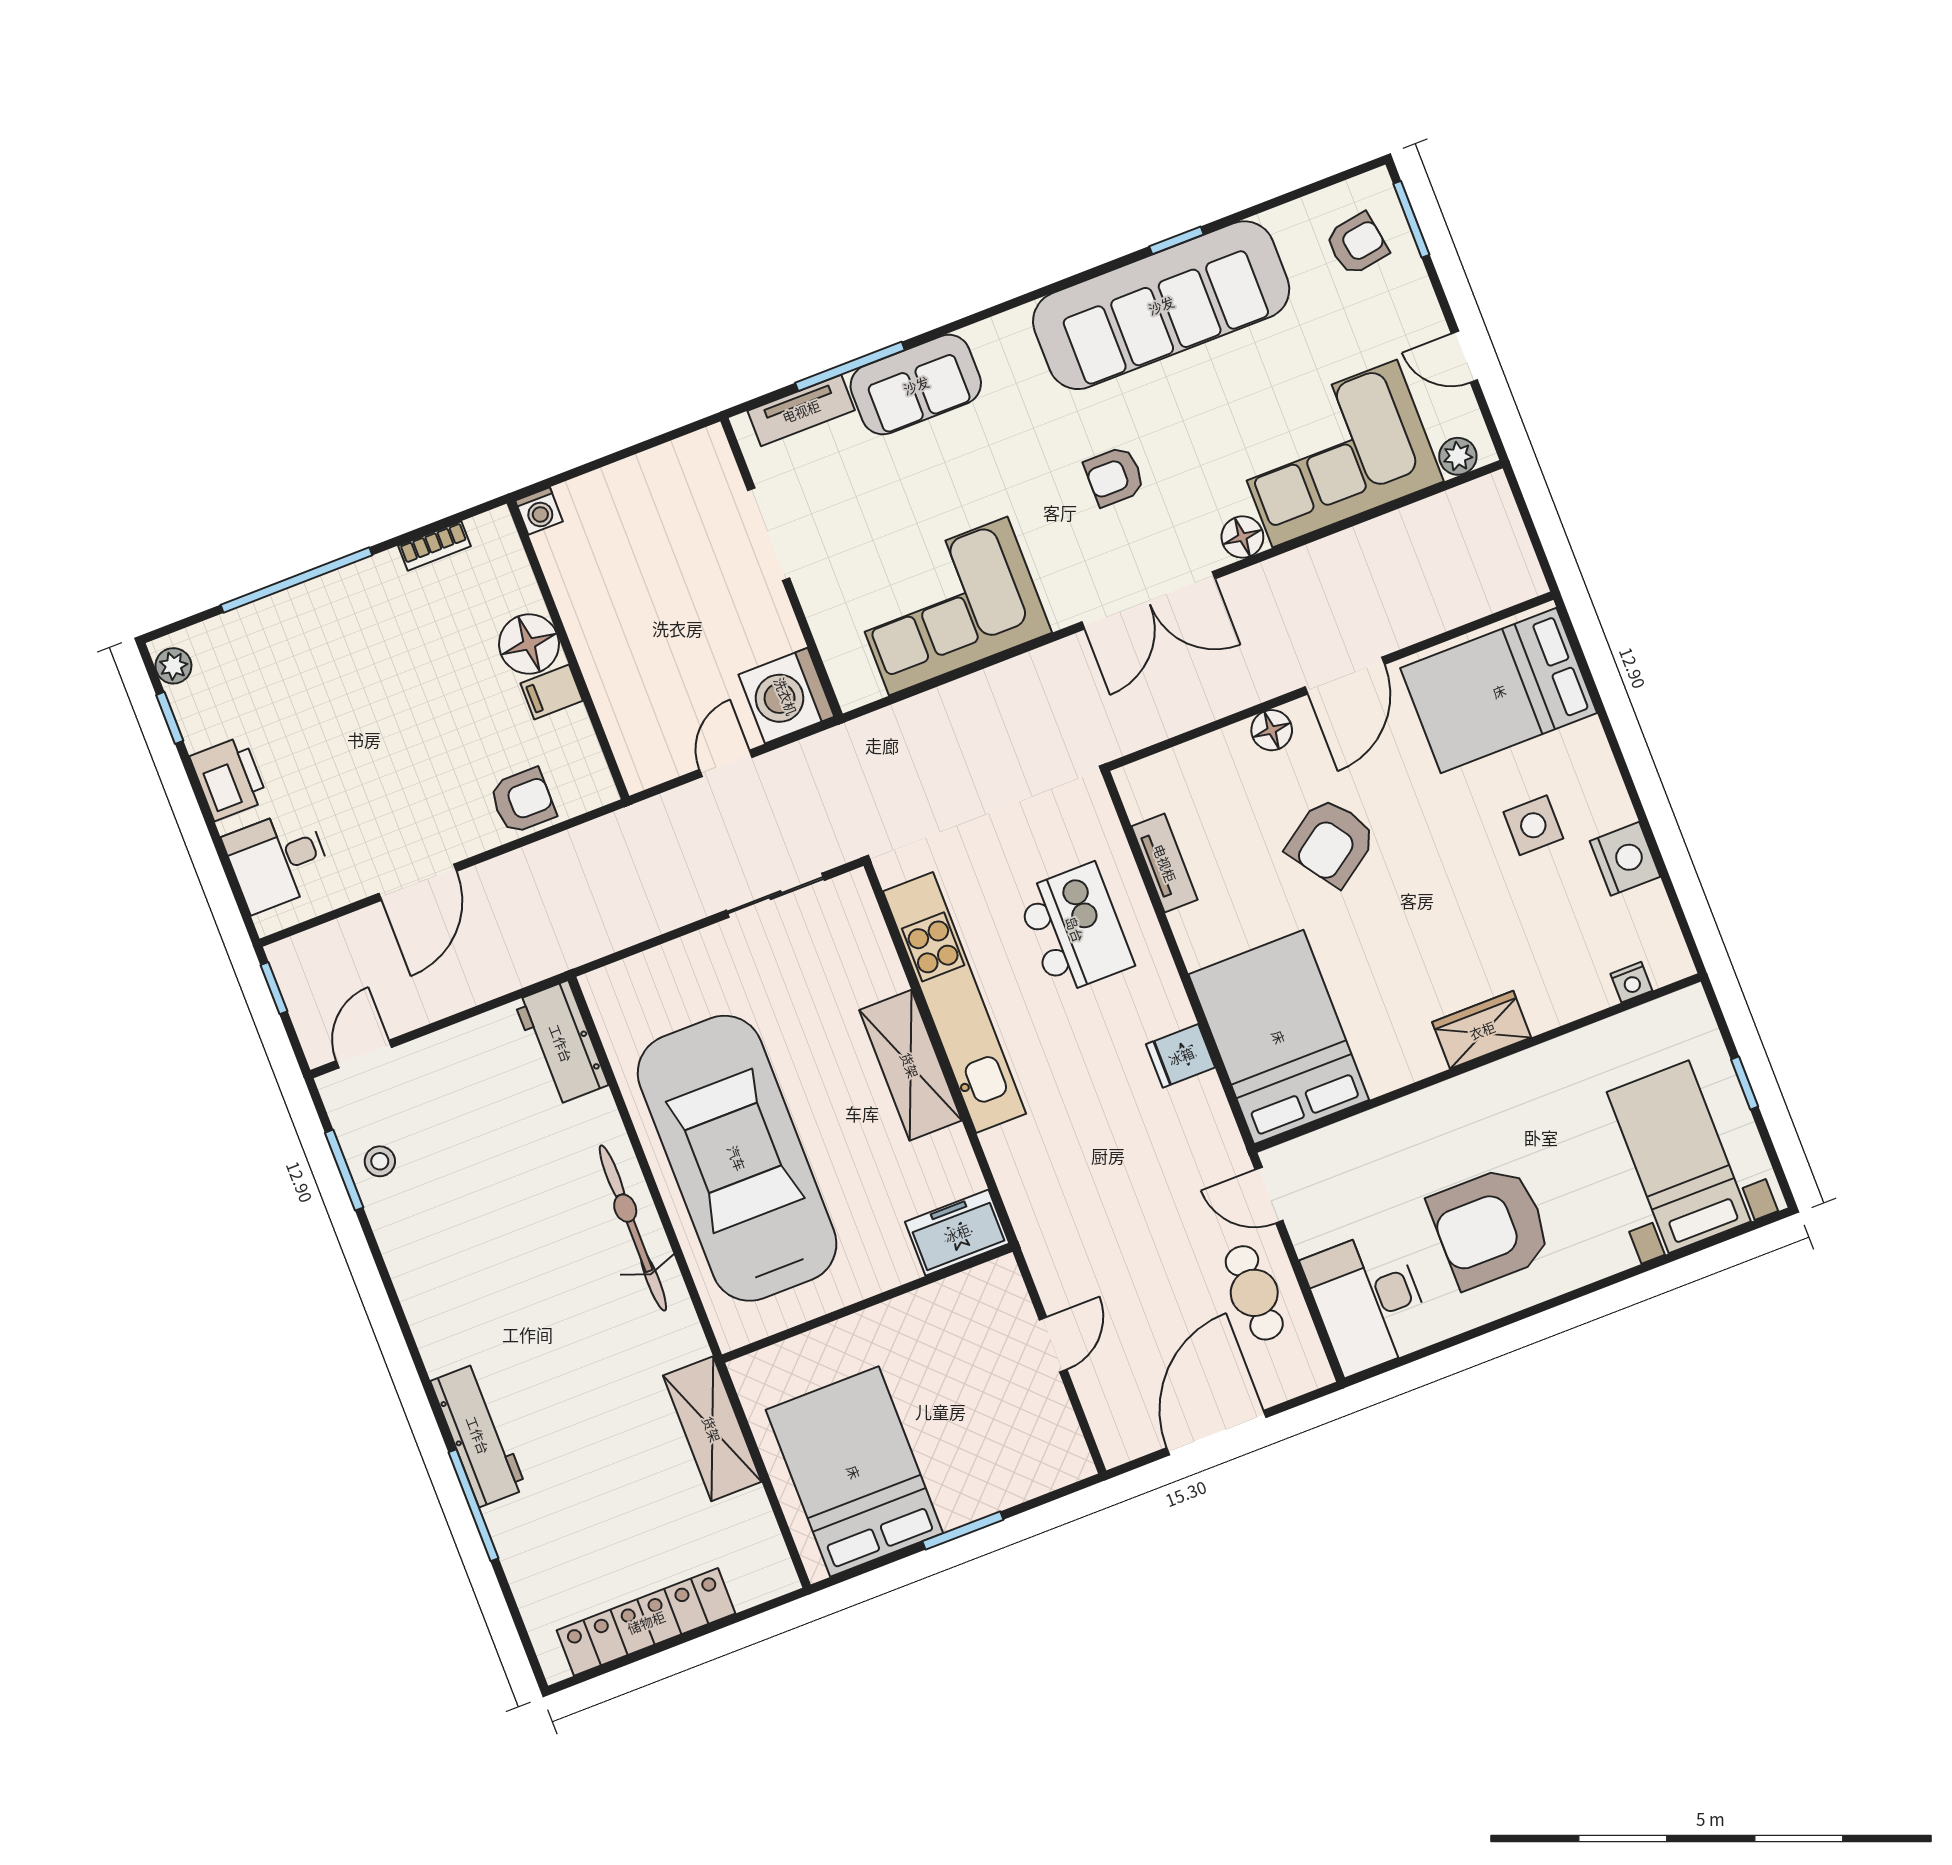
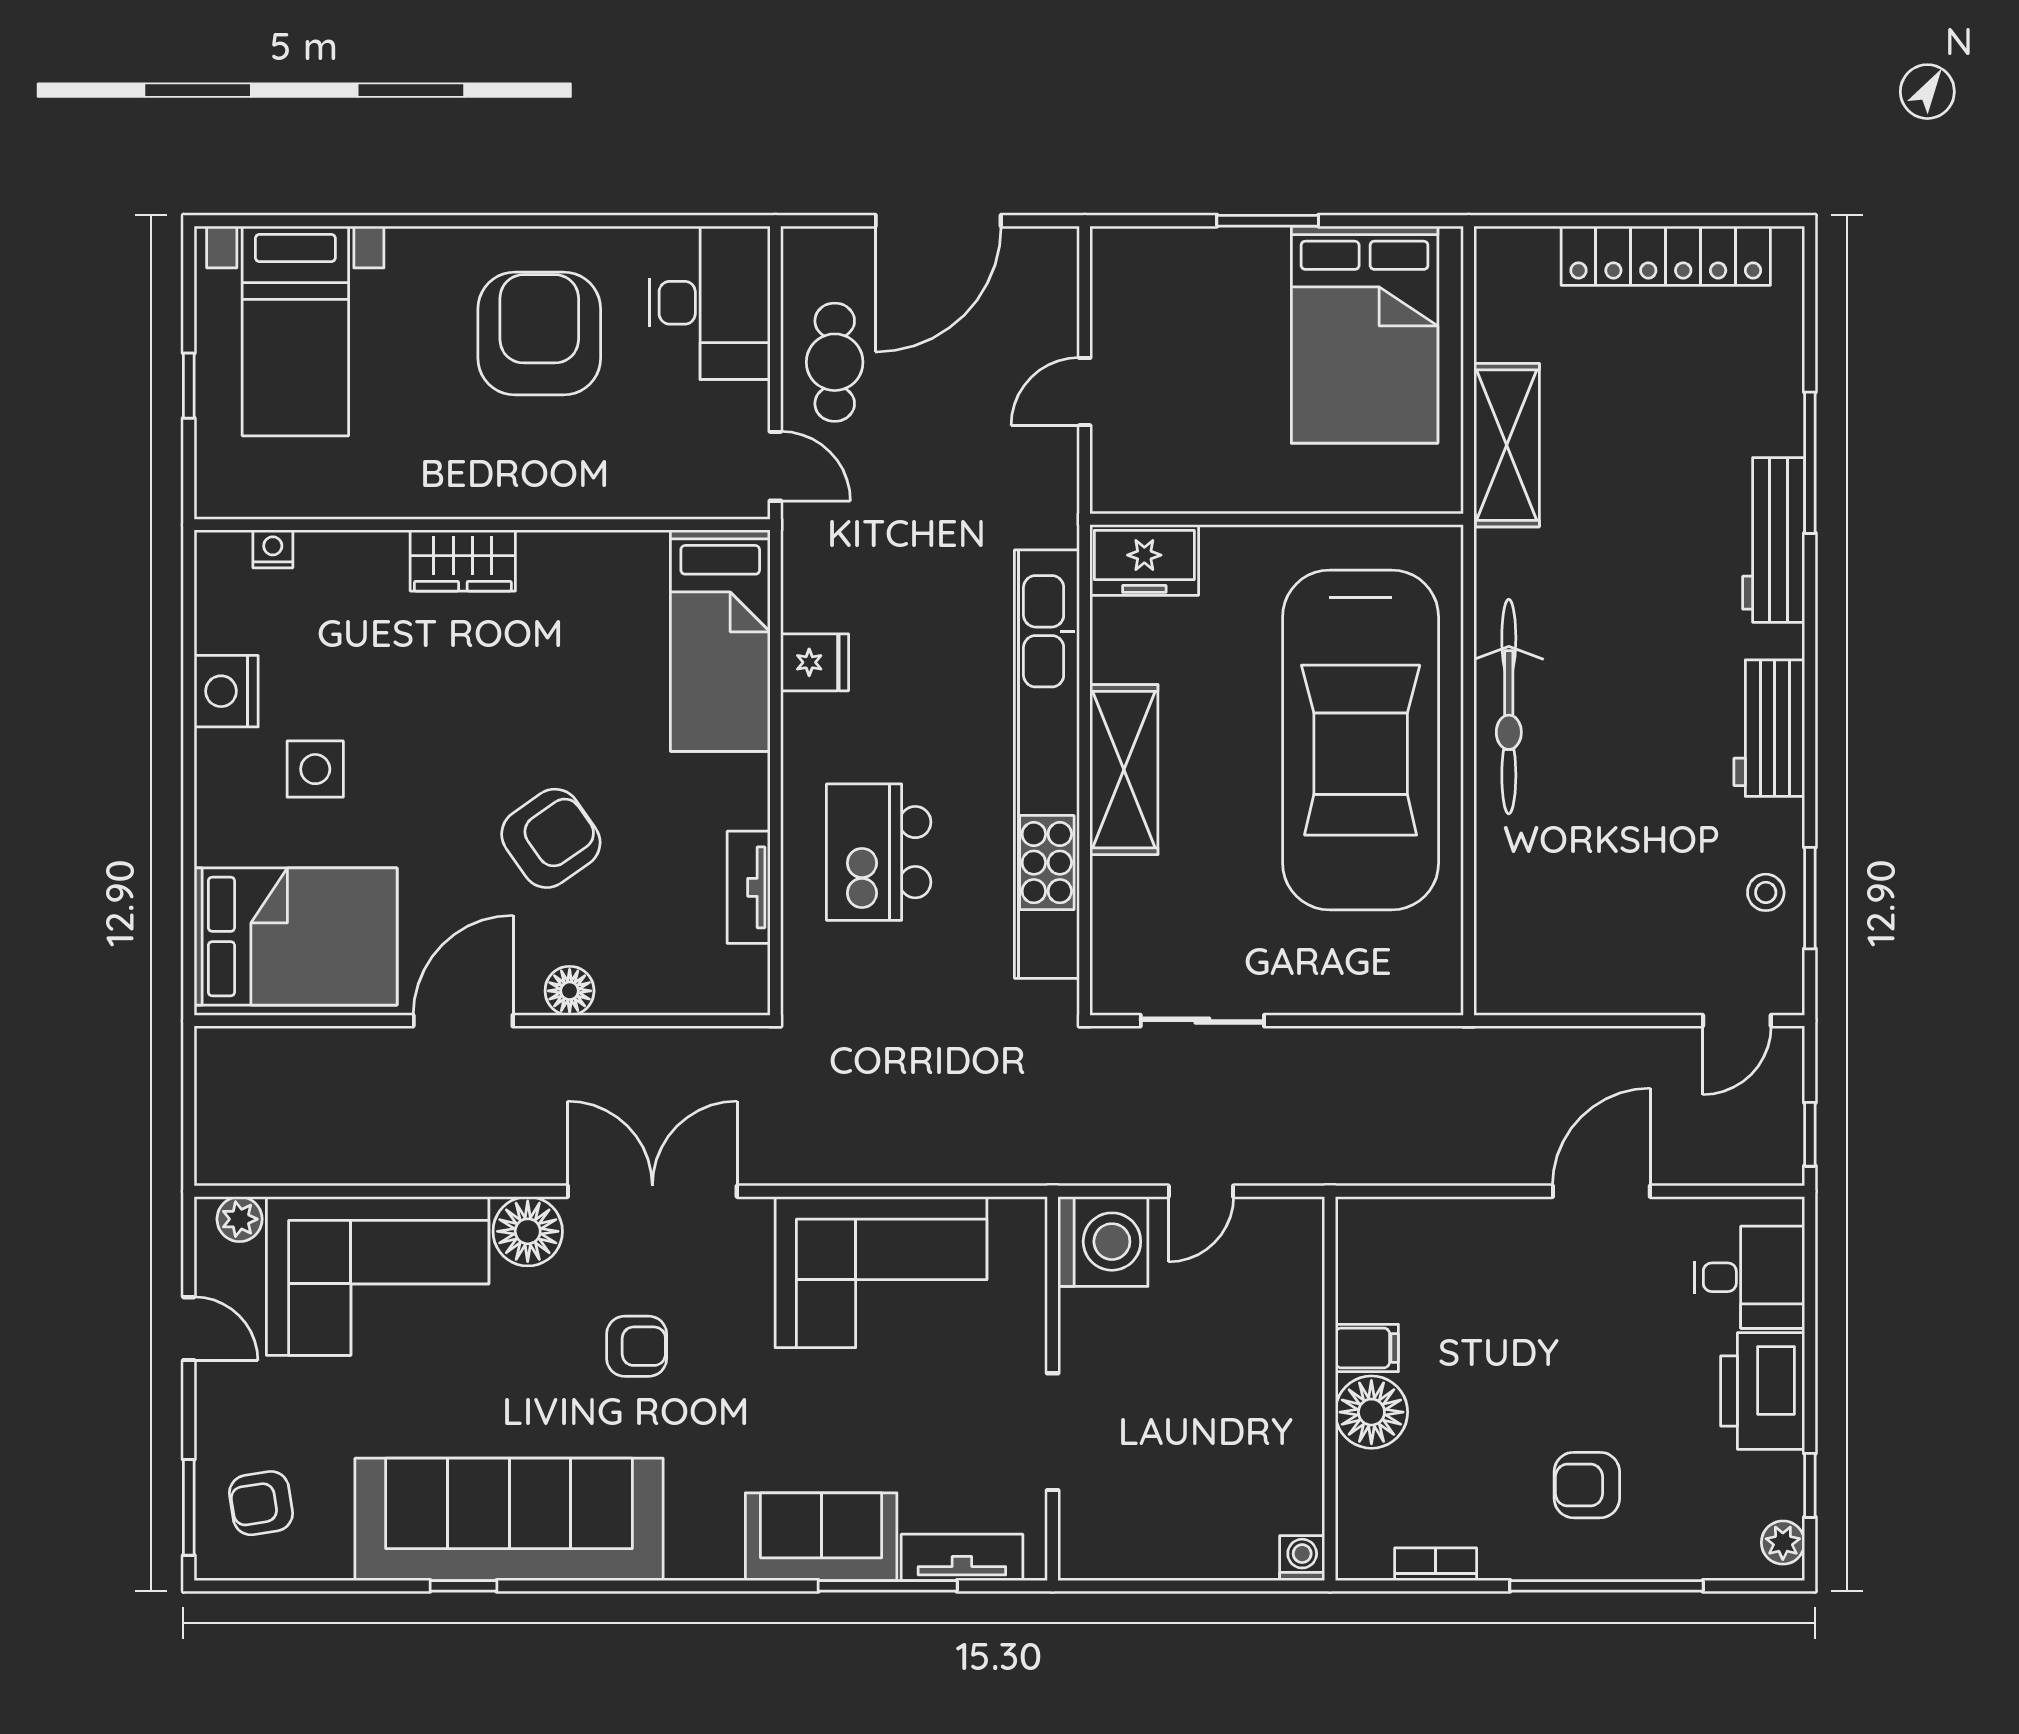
floor lamp: (1242, 537) -> (528, 1231), width x1.38, depth x1.38
printer: (229, 778) -> (1763, 1391), width x1.37, depth x1.19
armchair: (523, 801) -> (1587, 1485), moved
kitchen unit: (955, 1003) -> (1047, 764), width x1.36
bed: (1279, 1037) -> (720, 641), width x0.67
workbench: (561, 1043) -> (1769, 728), moved, turned 180
armchair: (1490, 1227) -> (539, 334), turned -90

